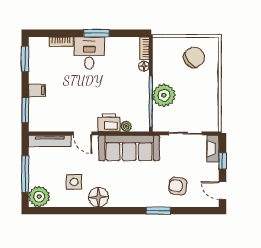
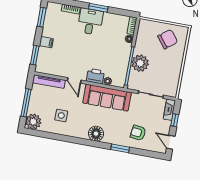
floor lamp: (98, 197) -> (96, 134), moved

